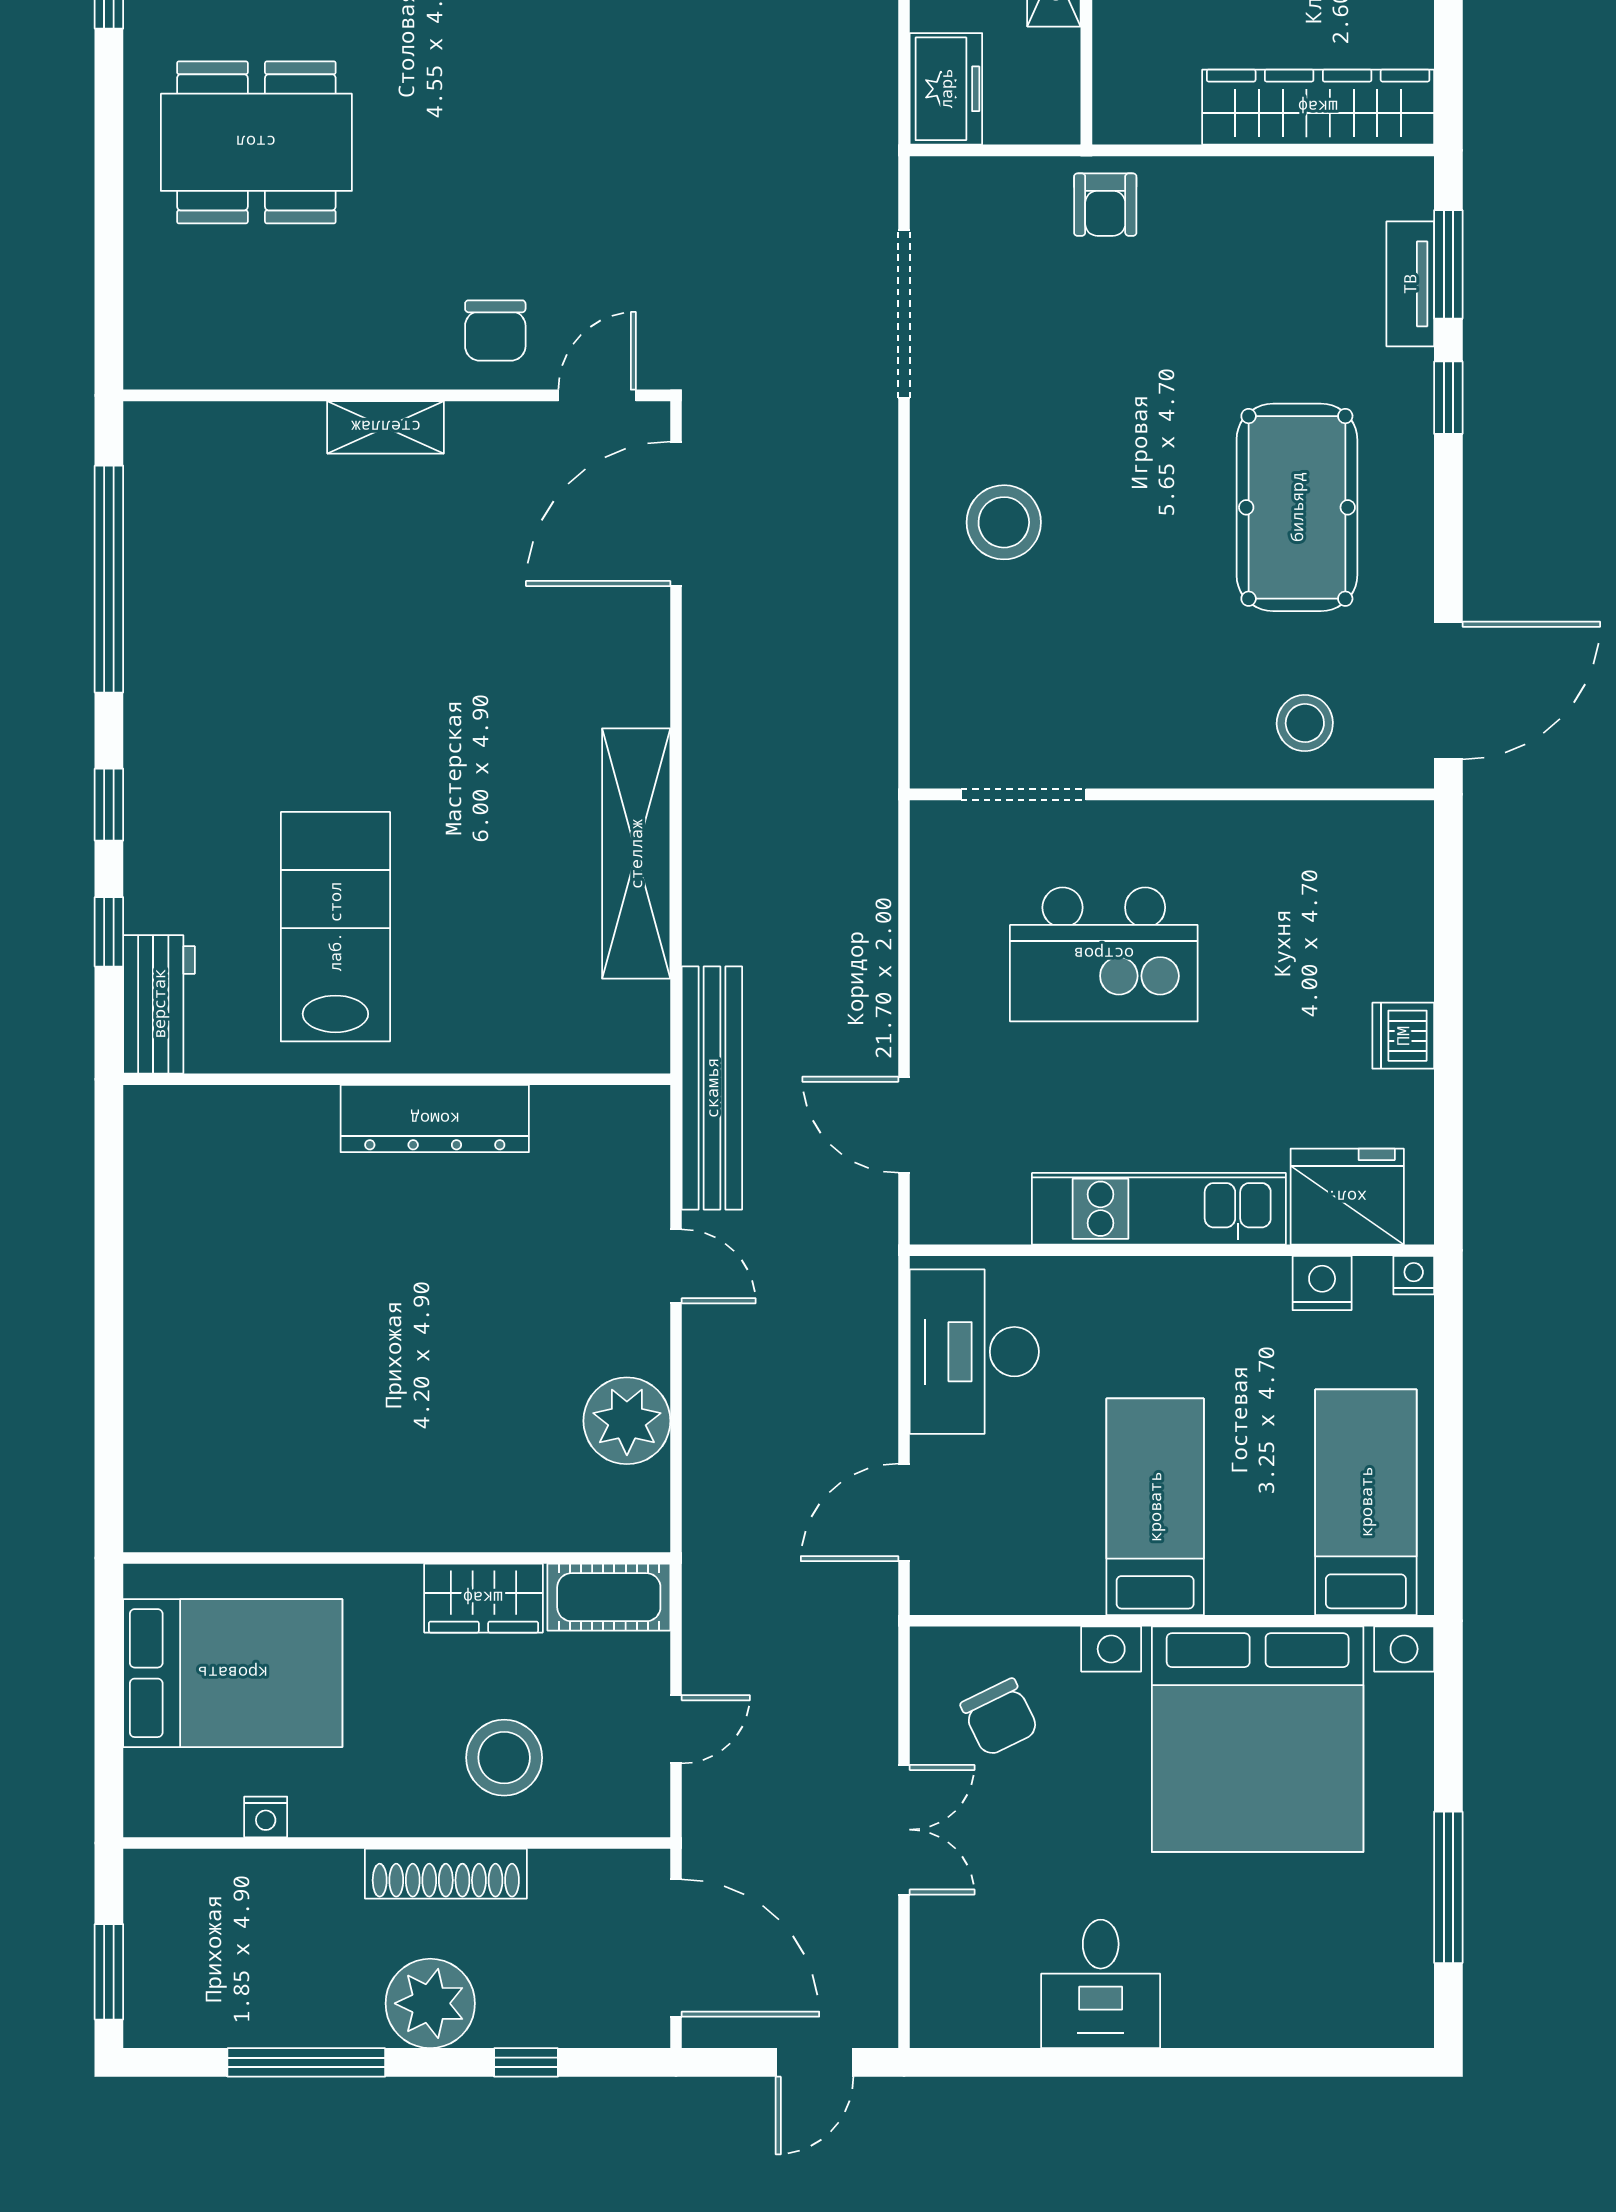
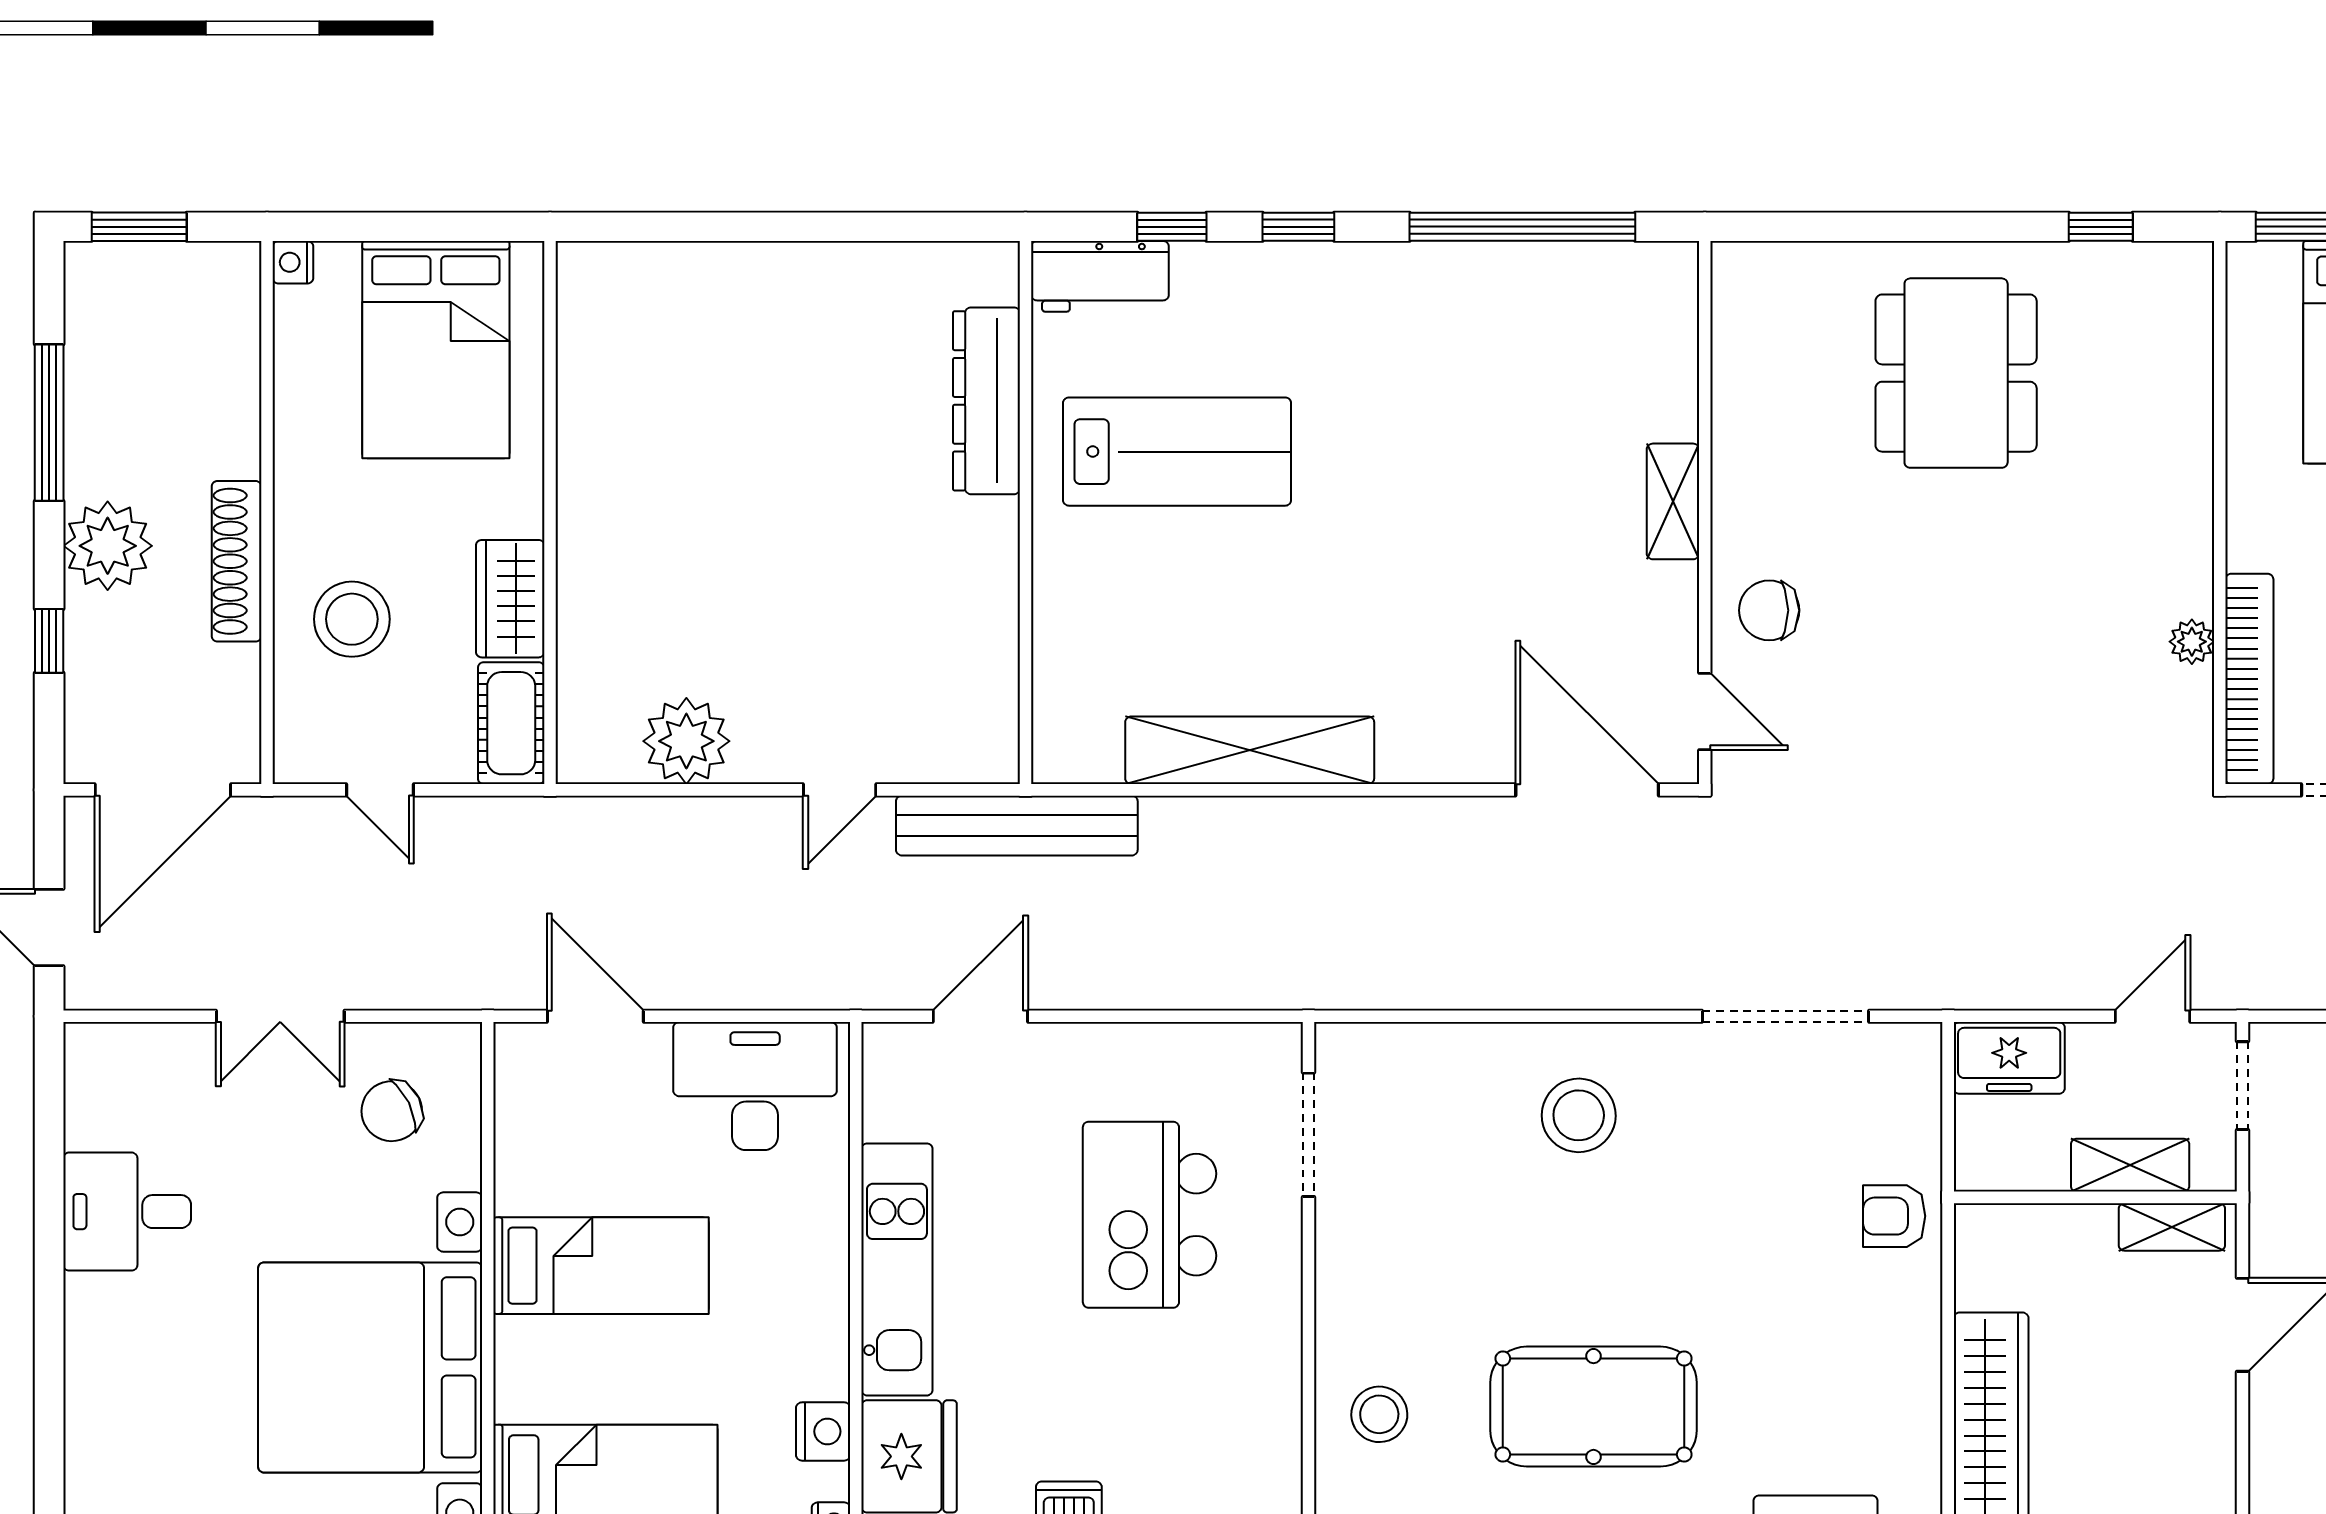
dresser: (435, 1119) -> (986, 401), moved
nightstand: (266, 1817) -> (293, 262), moved

